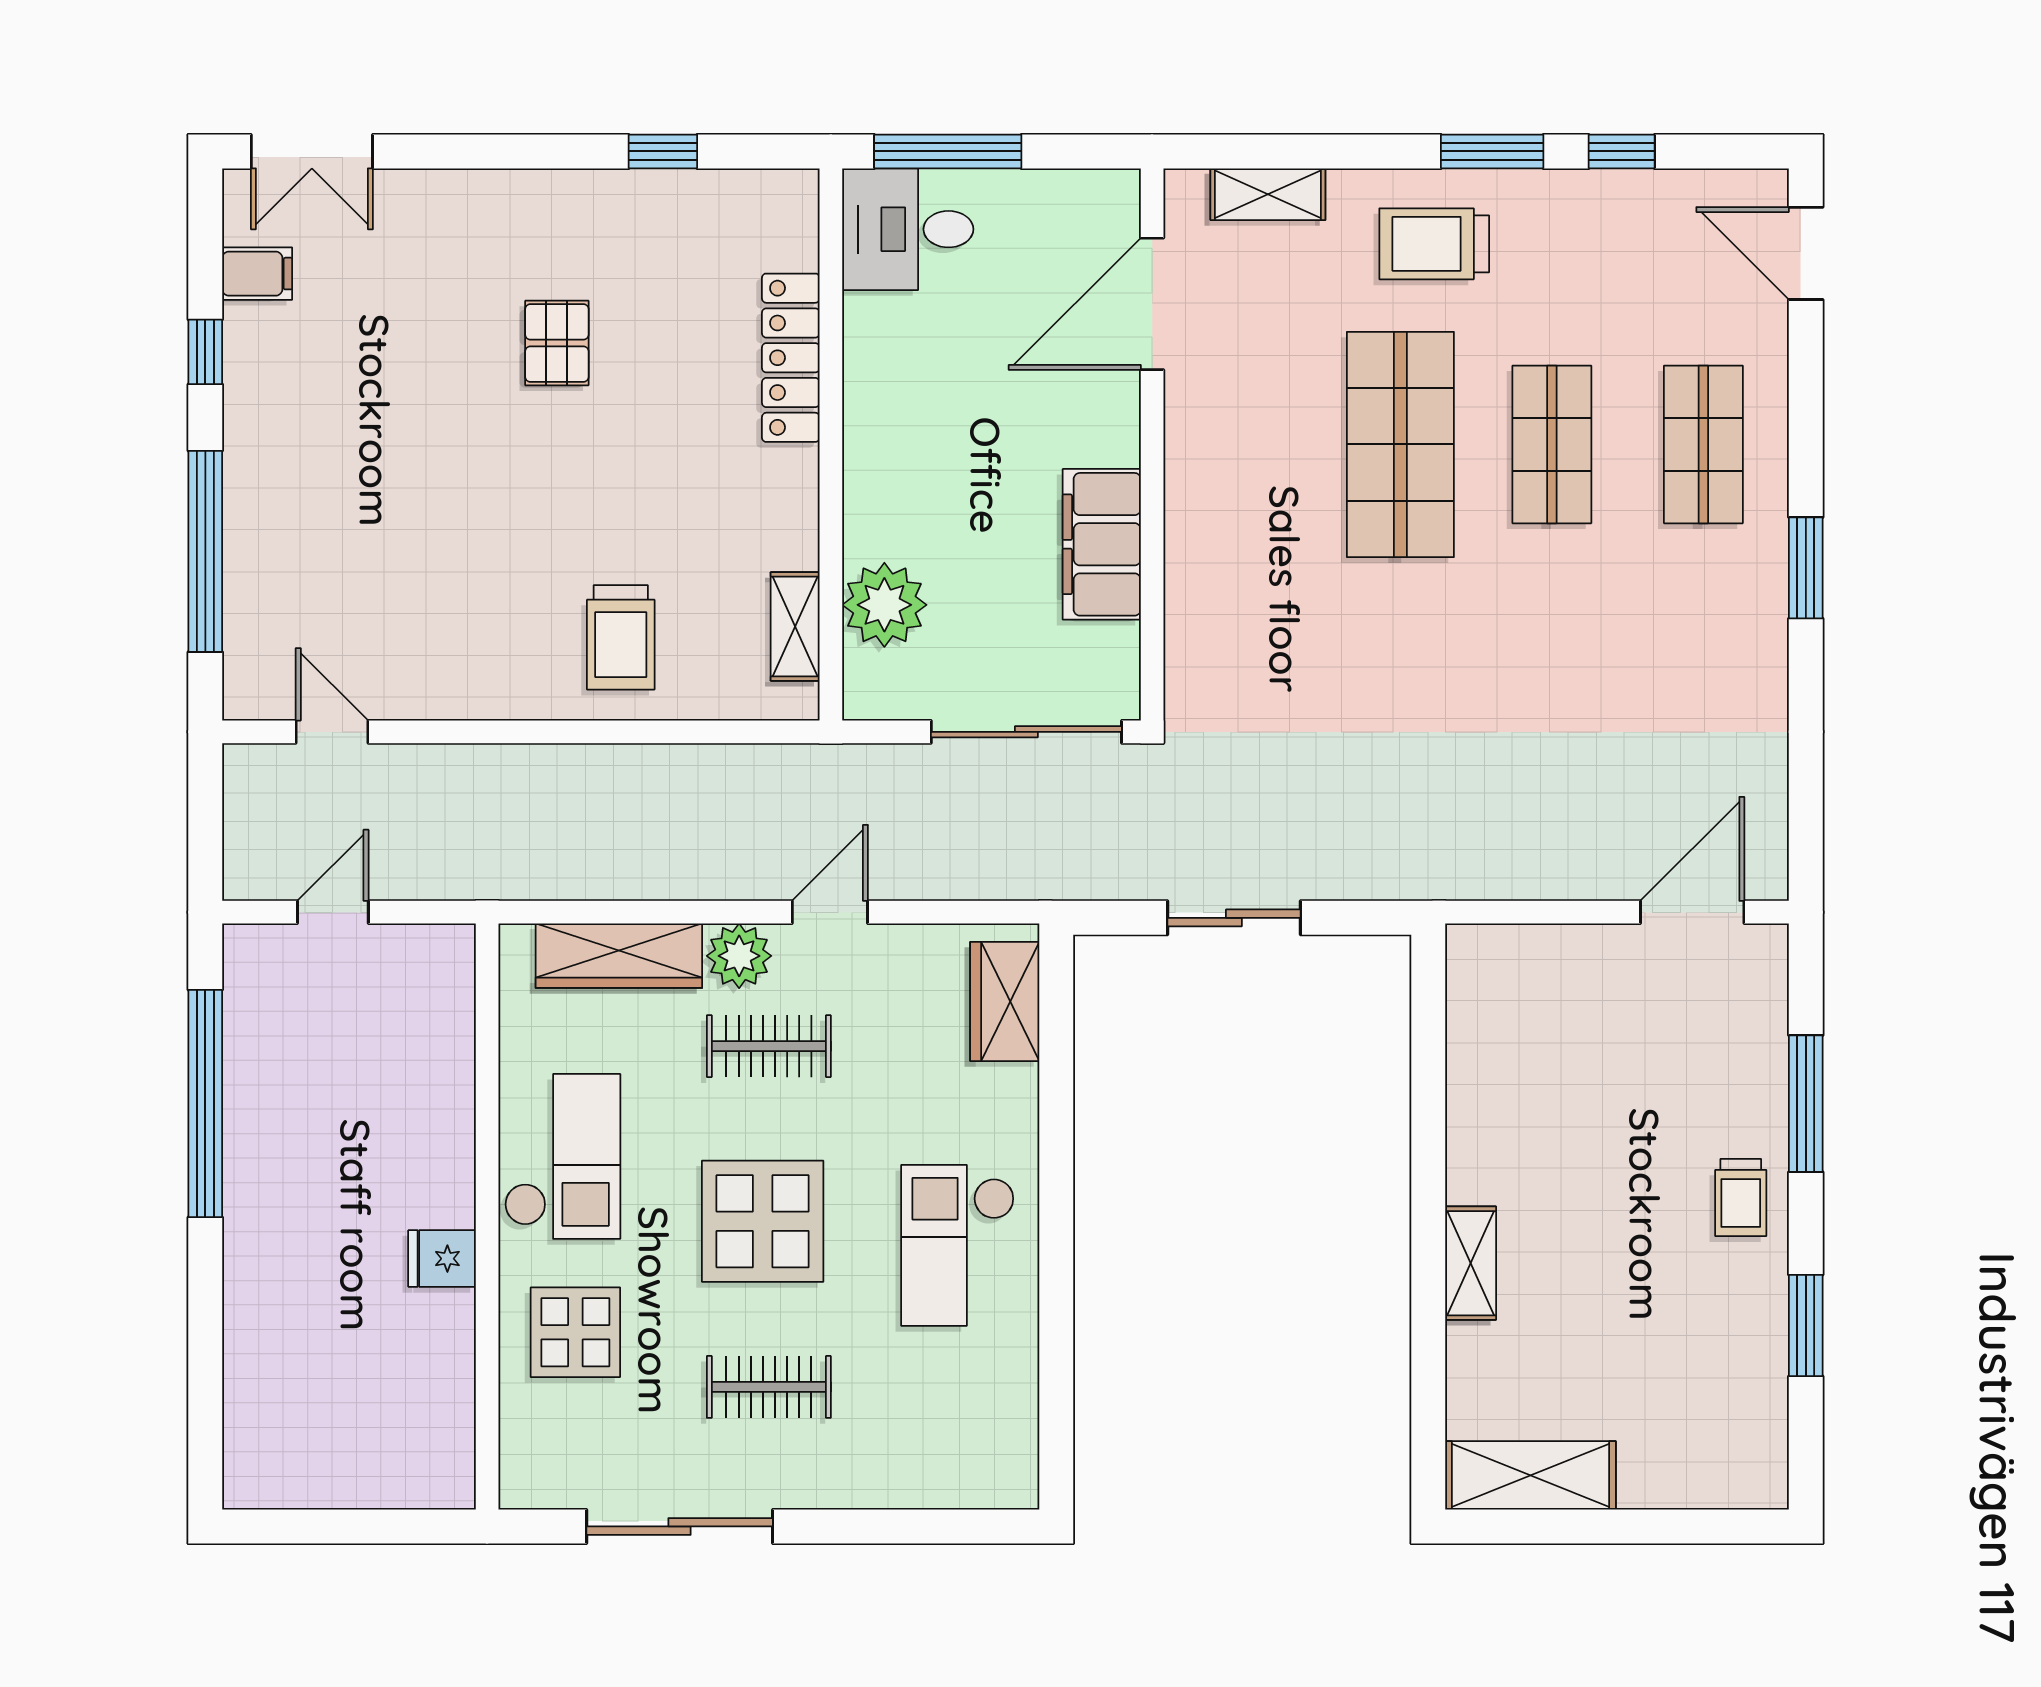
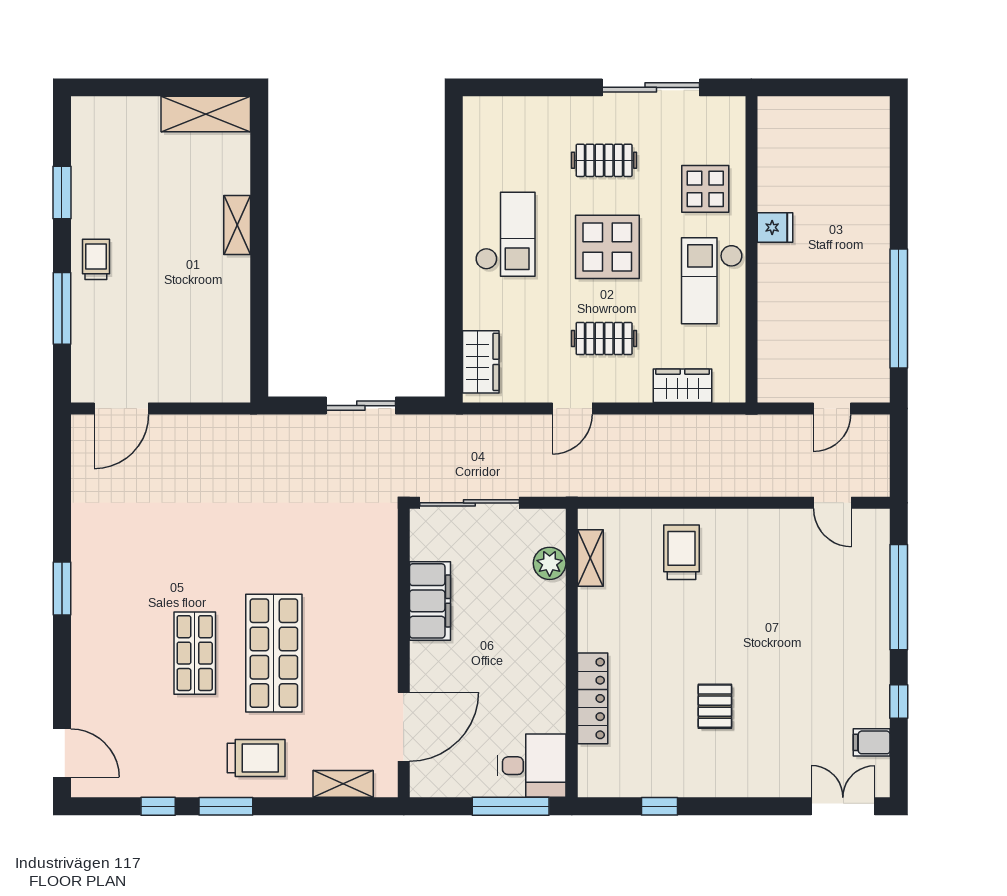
shop shelf: (1703, 444) -> (115, 653), removed
plant: (884, 605) -> (550, 563), width x0.73, depth x0.73
wardrobe: (619, 956) -> (683, 386), width x0.67
plant: (739, 956) -> (620, 386), removed

